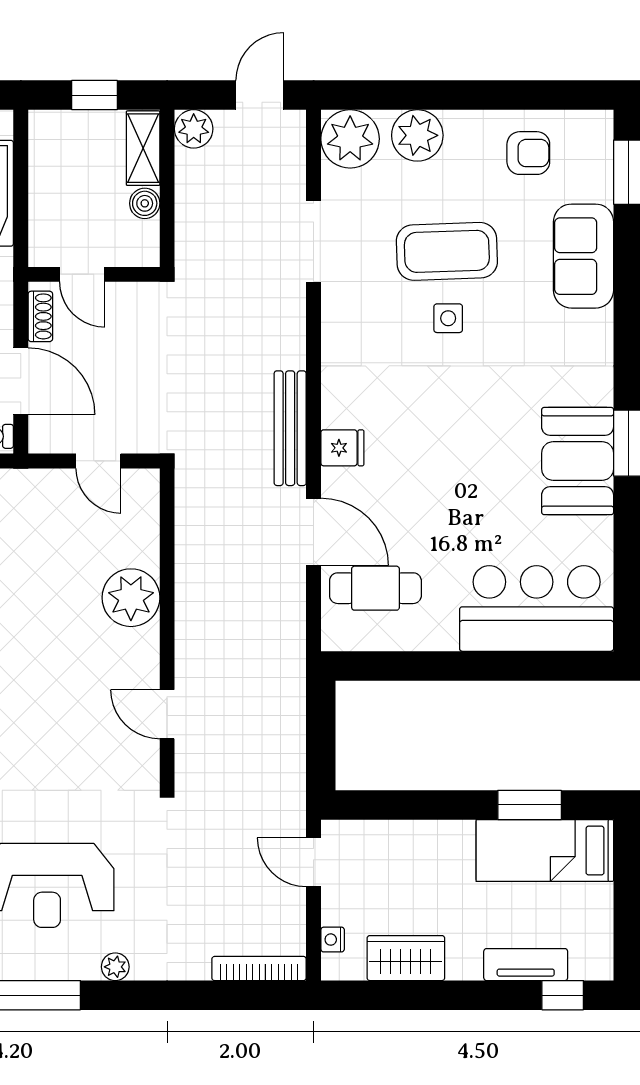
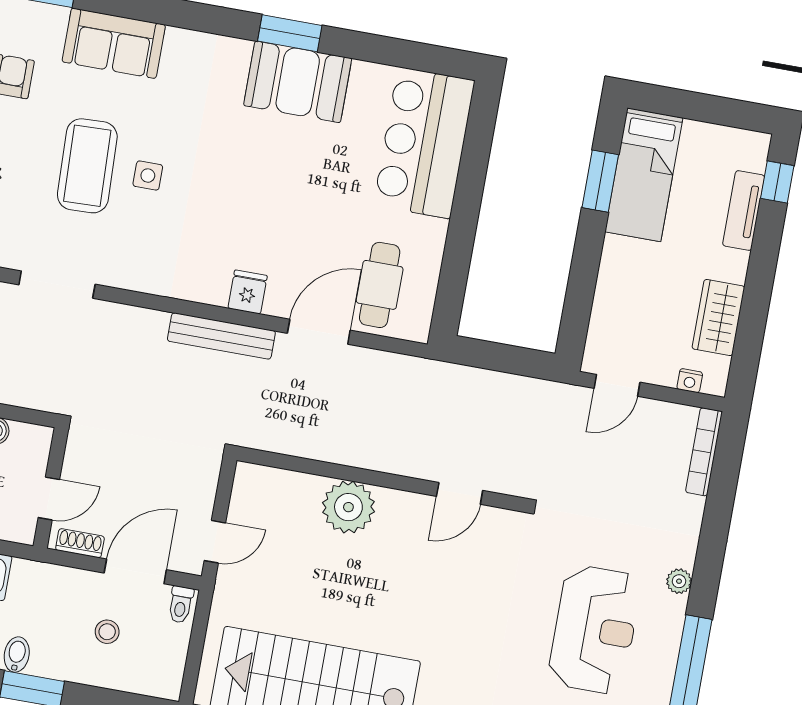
door: (98, 461) -> (215, 542), moved

